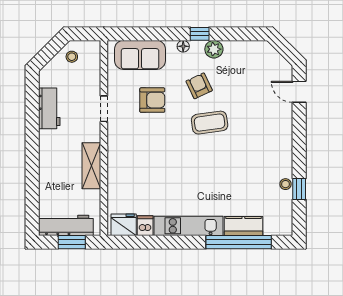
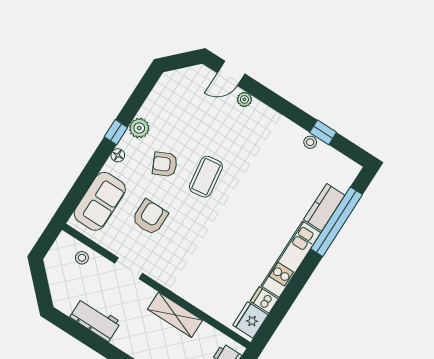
stool: (72, 57) -> (82, 258), moved
plant: (286, 114) -> (244, 99), added

